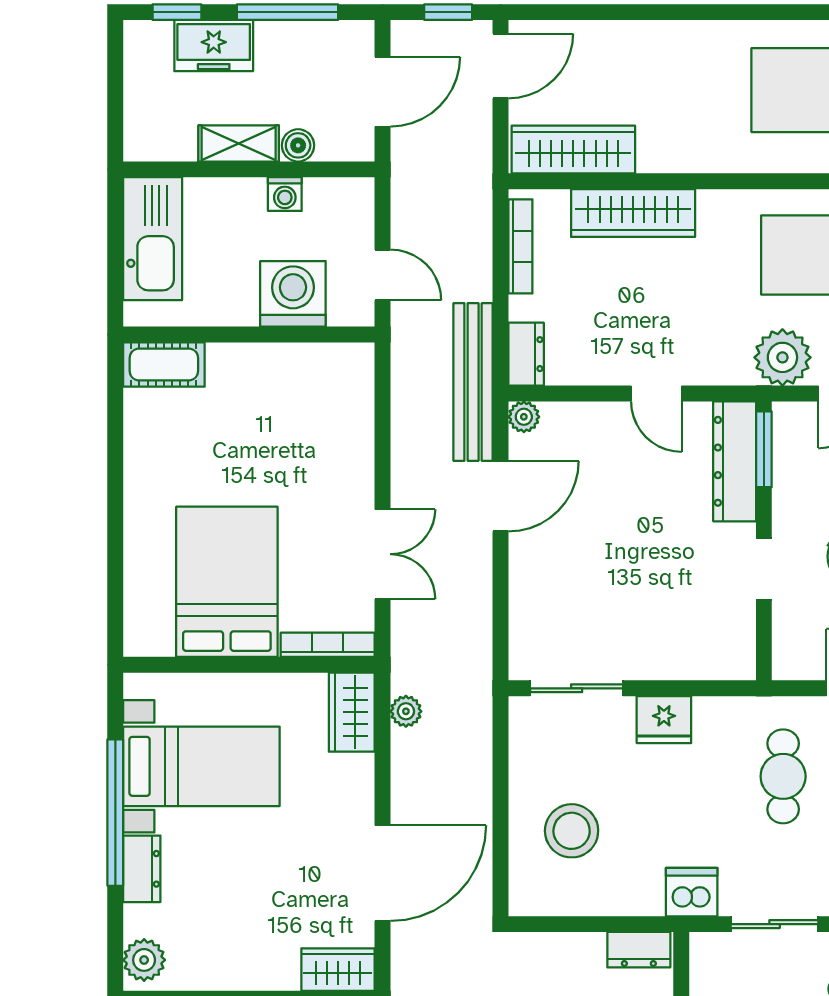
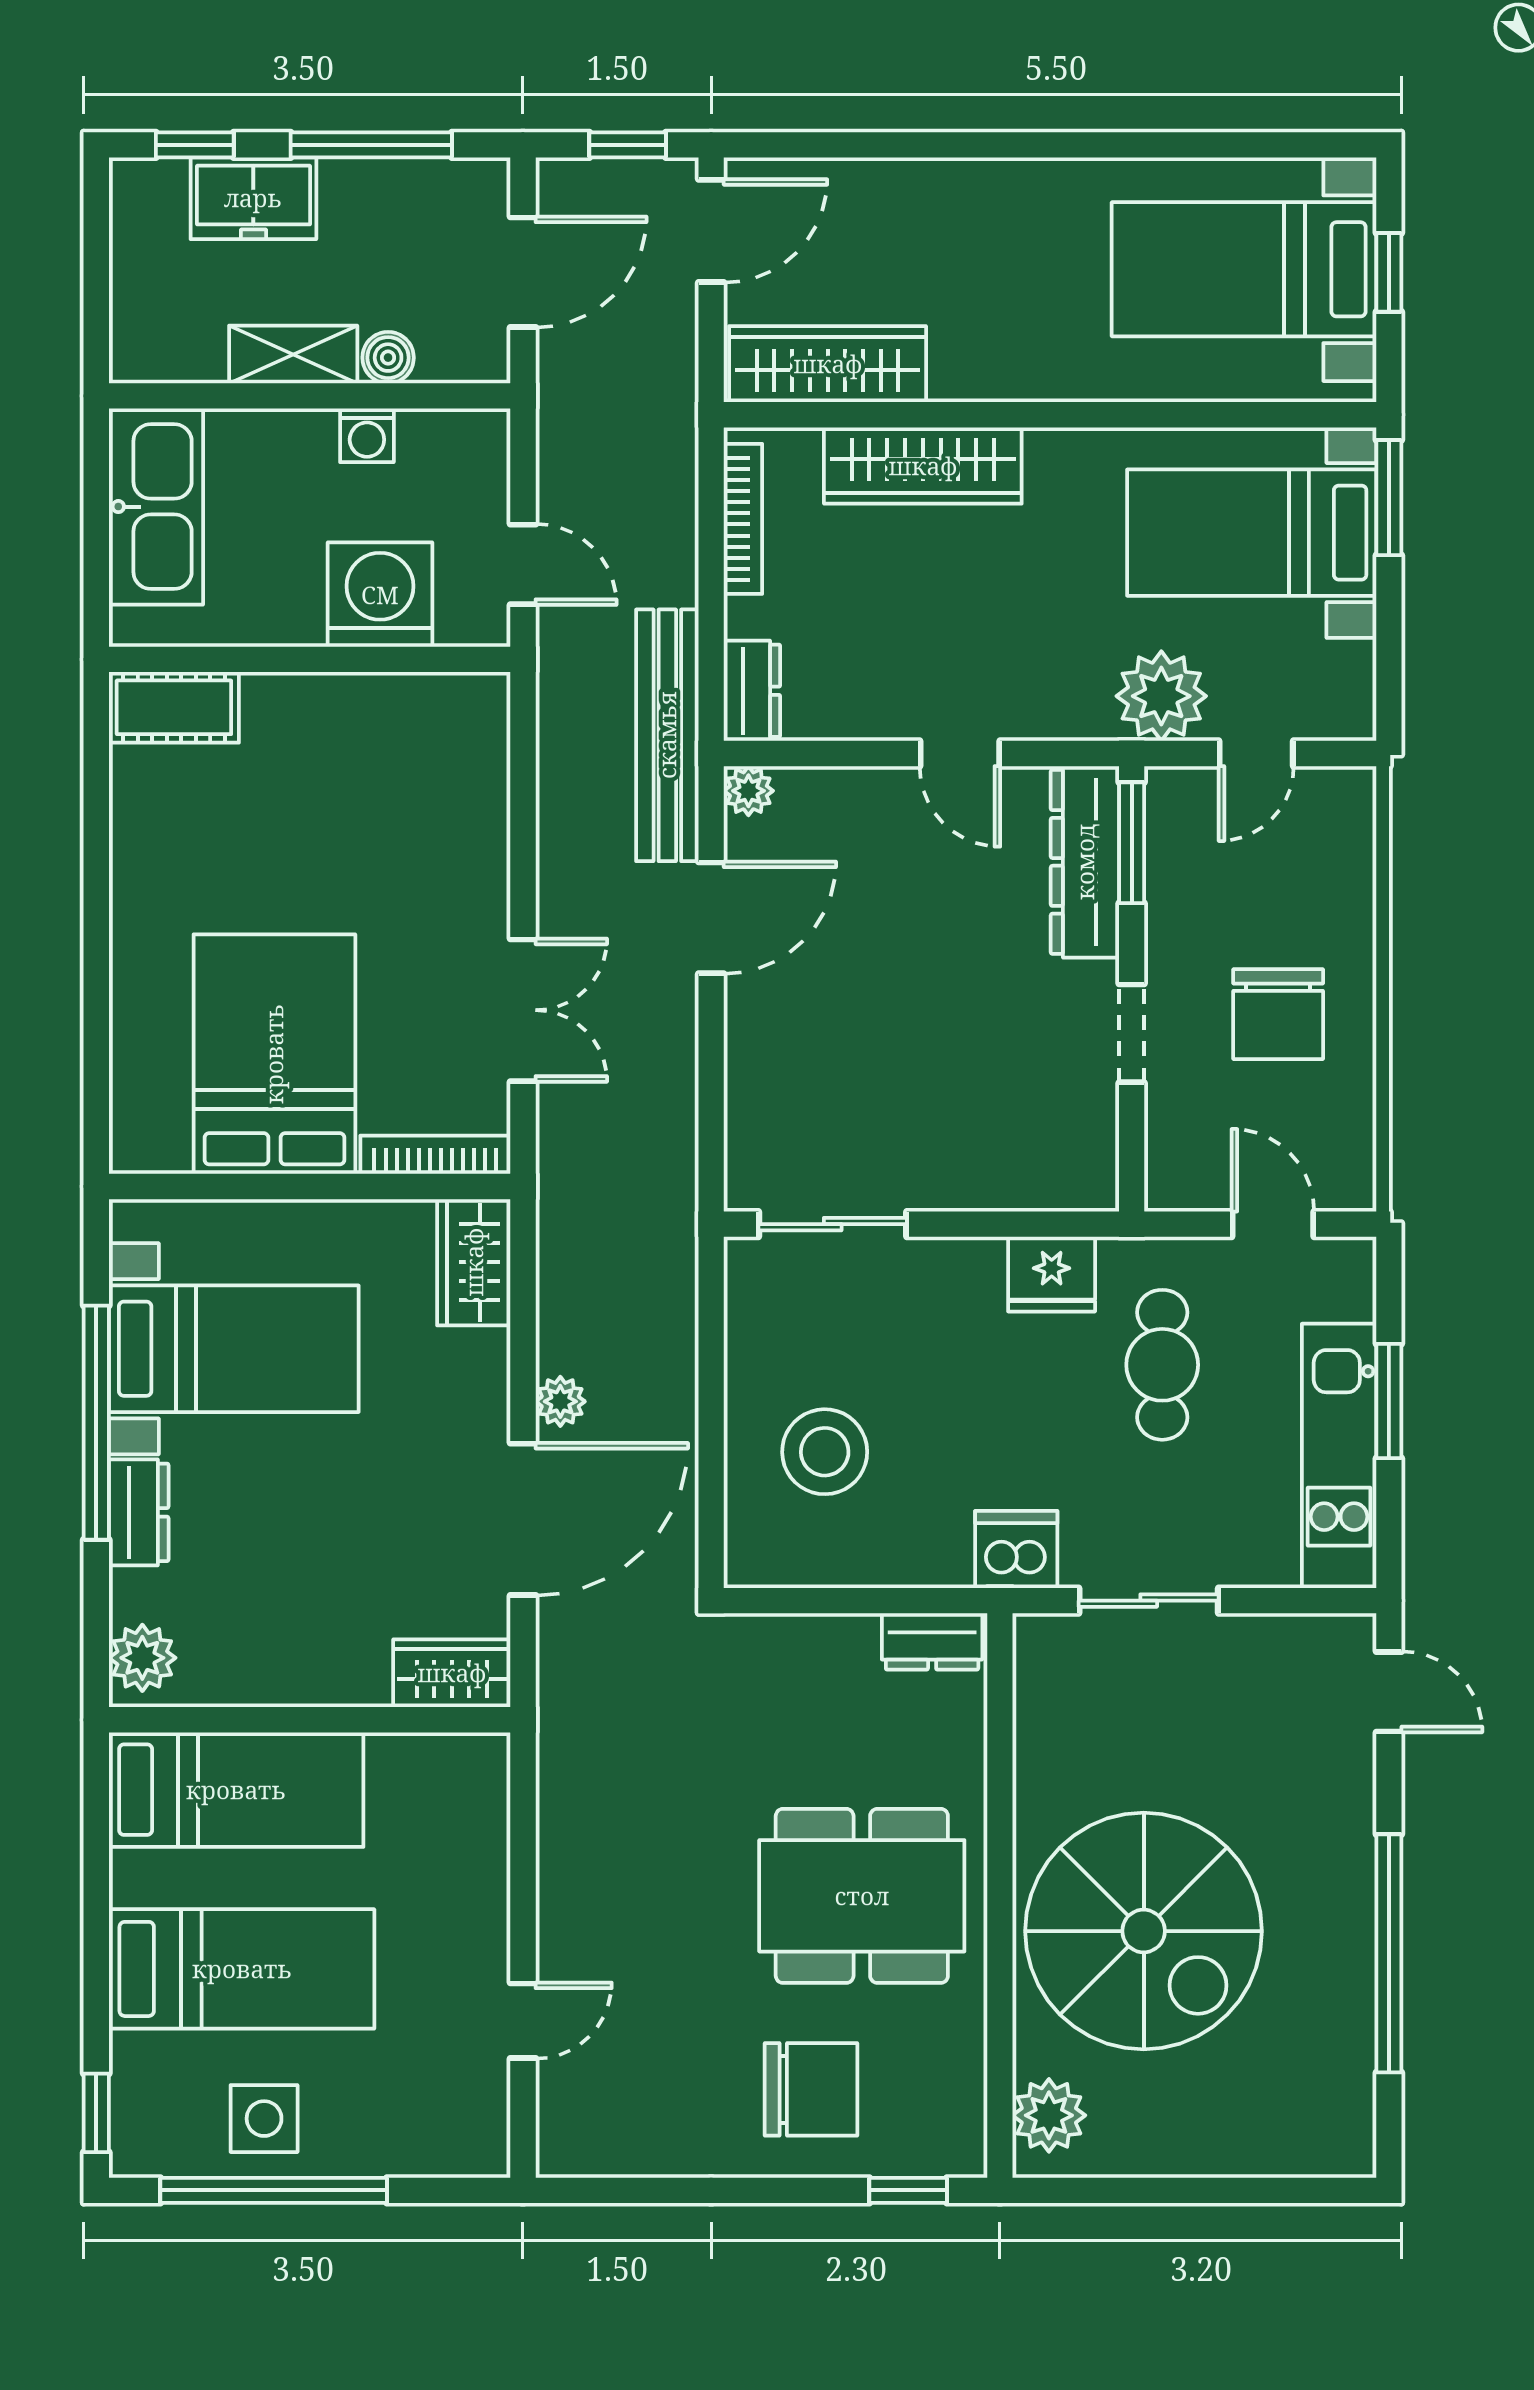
plant: (406, 711) -> (560, 1401), moved
fridge: (664, 720) -> (1052, 1274), moved

